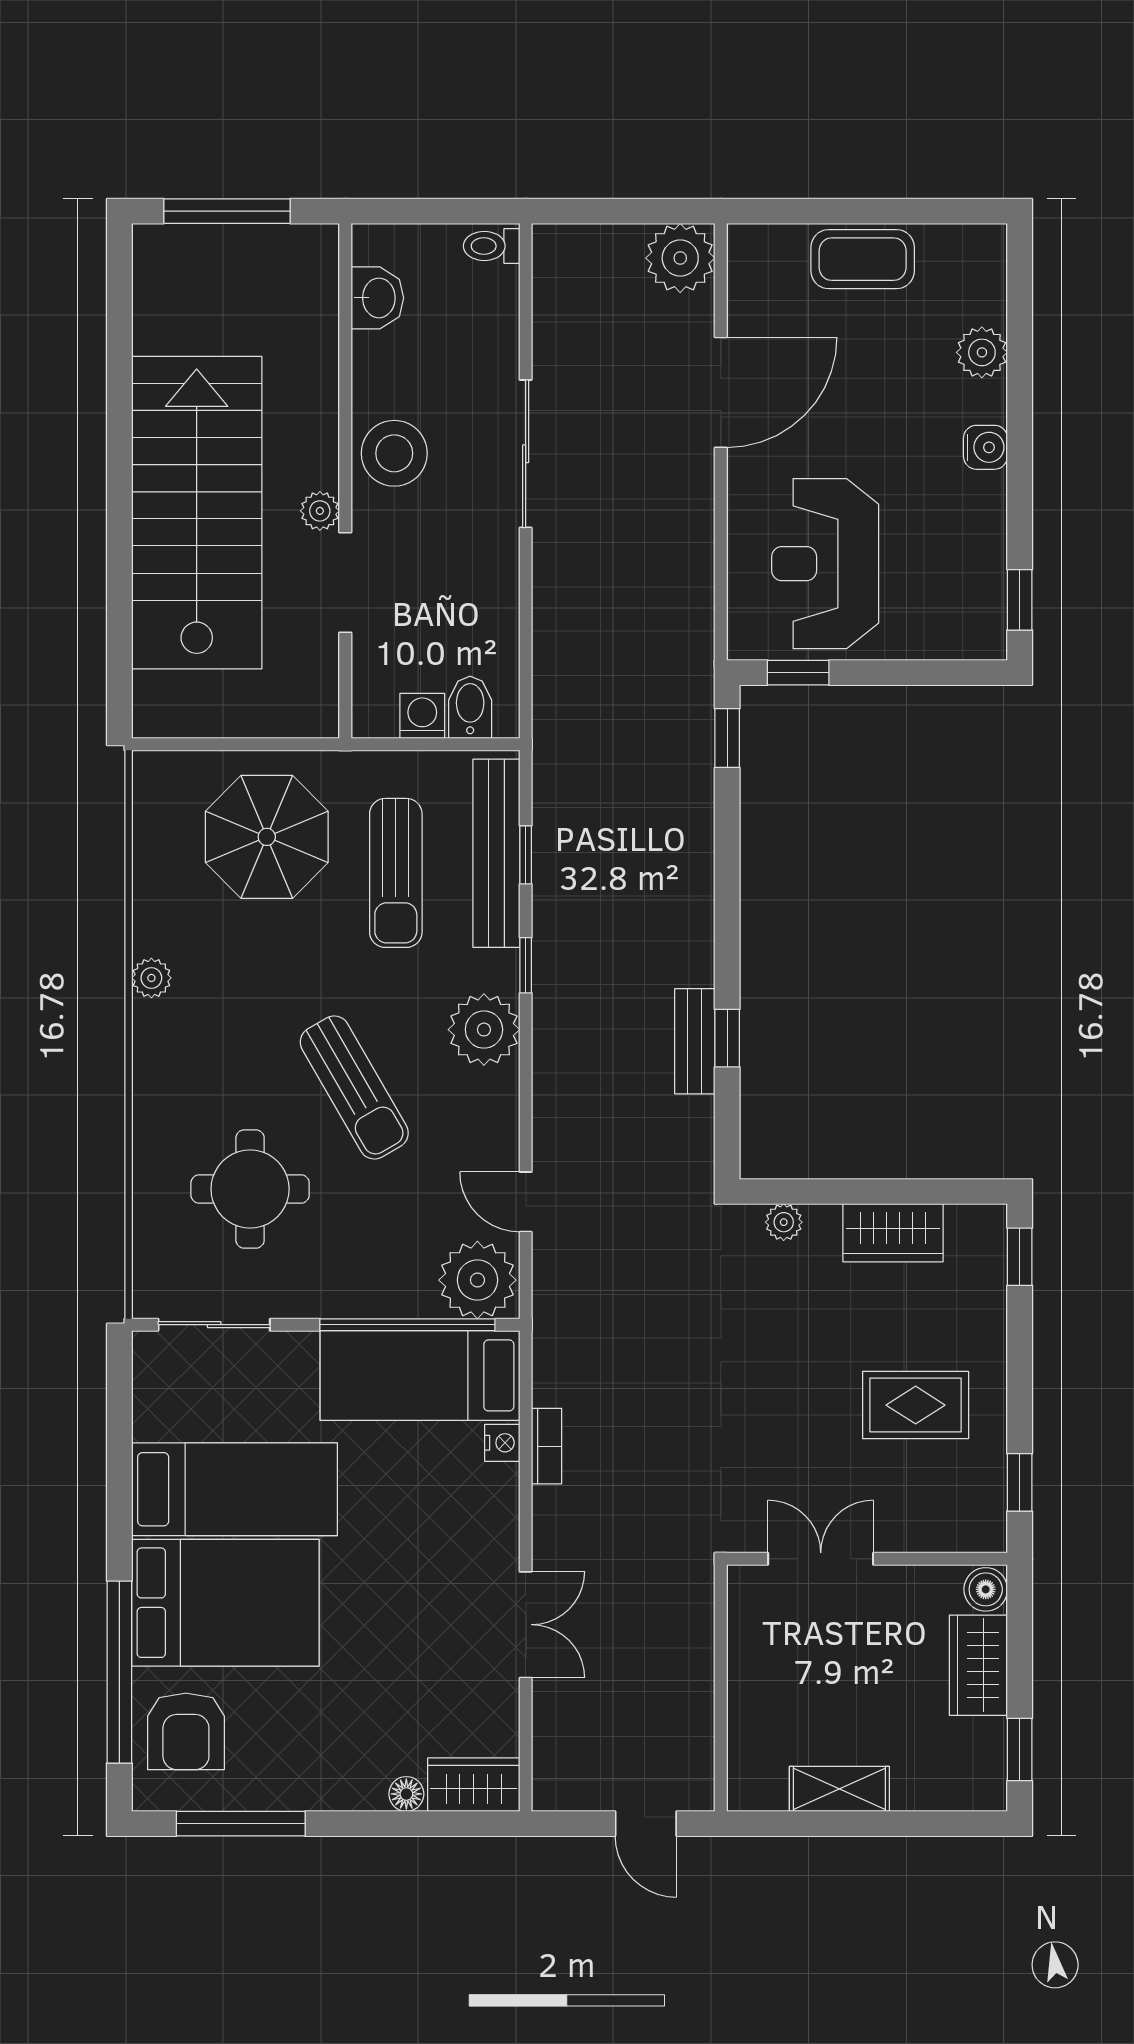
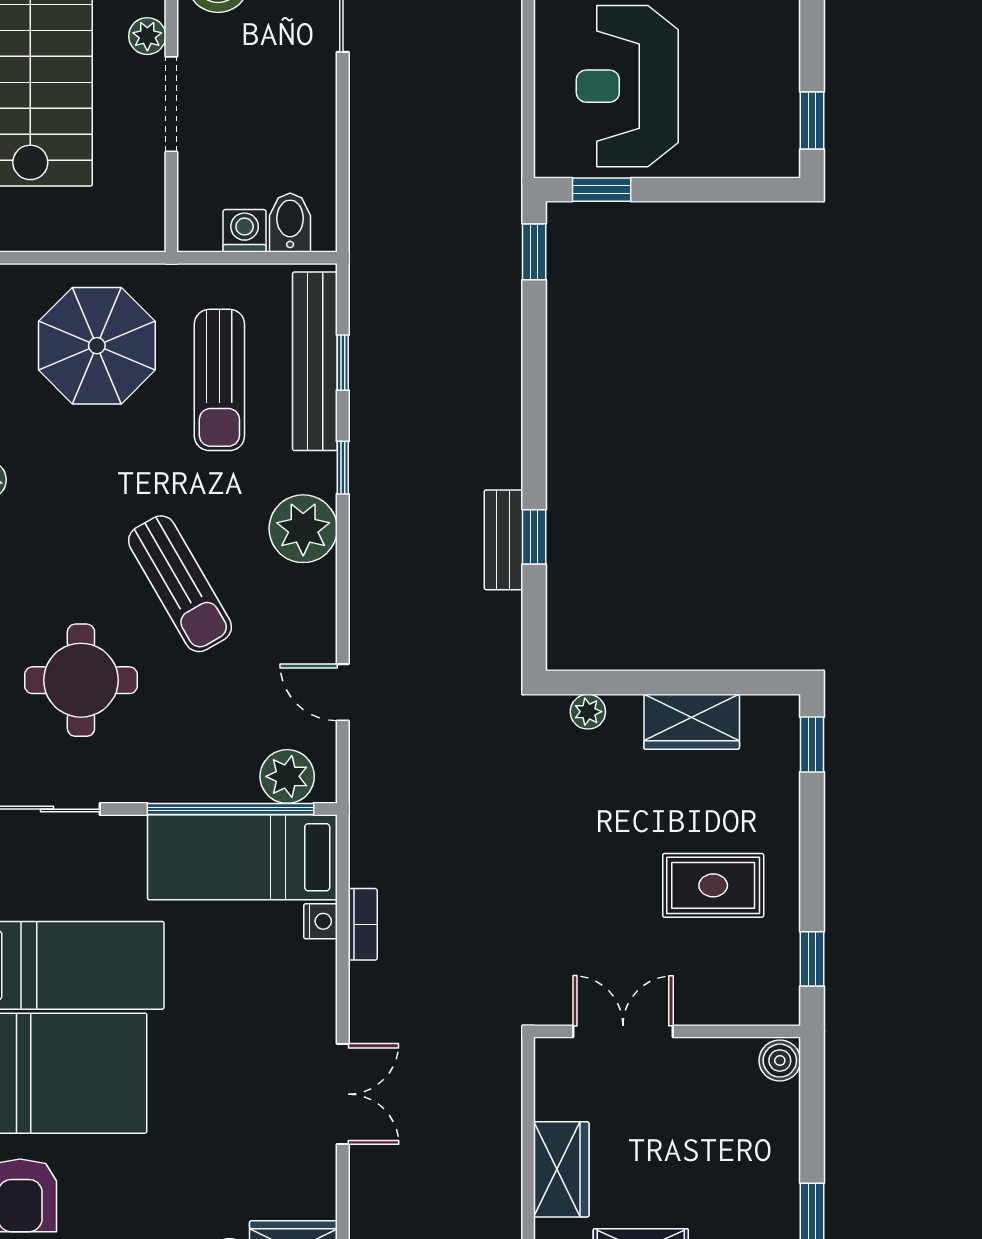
plant: (477, 1280) -> (287, 776), width x0.73, depth x0.73
wardrobe: (978, 1665) -> (561, 1169), moved, turned 180

